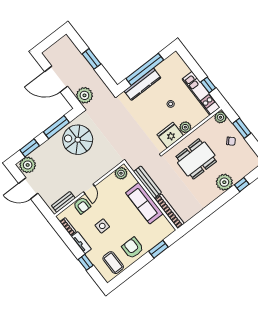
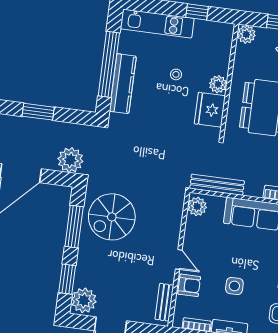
kitchen unit: (201, 93) -> (157, 24), moved
bench: (147, 182) -> (217, 185), moved

